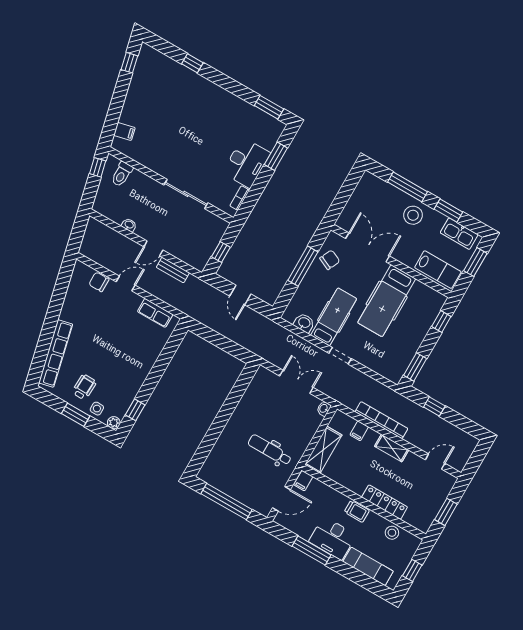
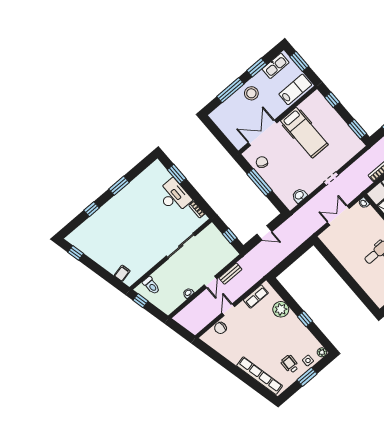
window: (269, 107) -> (119, 186), moved
hospital bed: (334, 317) -> (303, 174), removed
plant: (150, 351) -> (281, 309), added
window: (135, 410) -> (305, 319), moved

